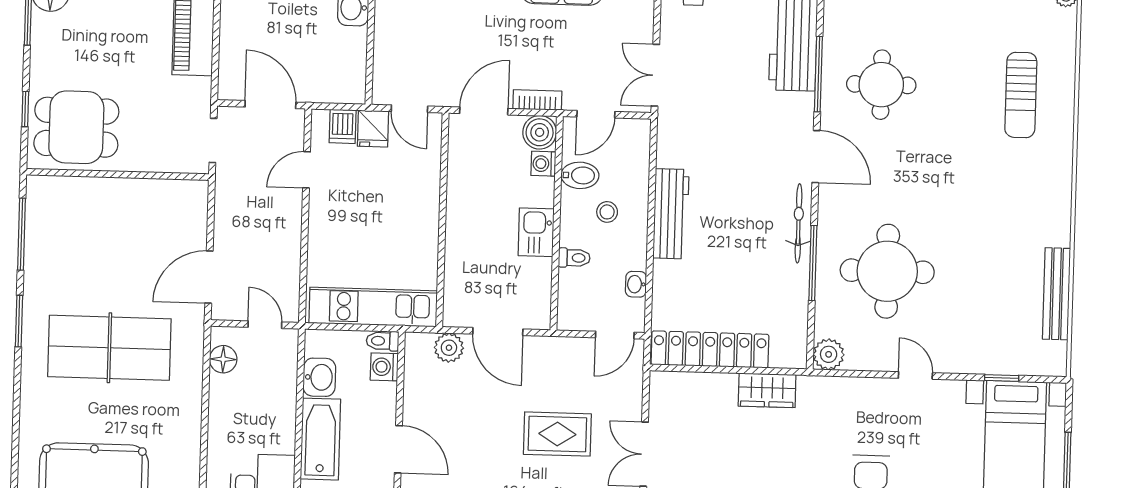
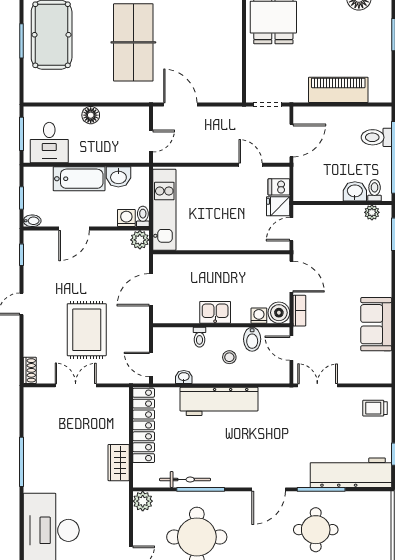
workbench: (671, 214) -> (219, 401), width x1.36, depth x1.32
bicycle: (799, 223) -> (185, 480), moved
plant: (449, 348) -> (140, 240), moved
floor lamp: (223, 359) -> (91, 115), moved
rug: (557, 434) -> (87, 330), width x1.36, depth x1.43

